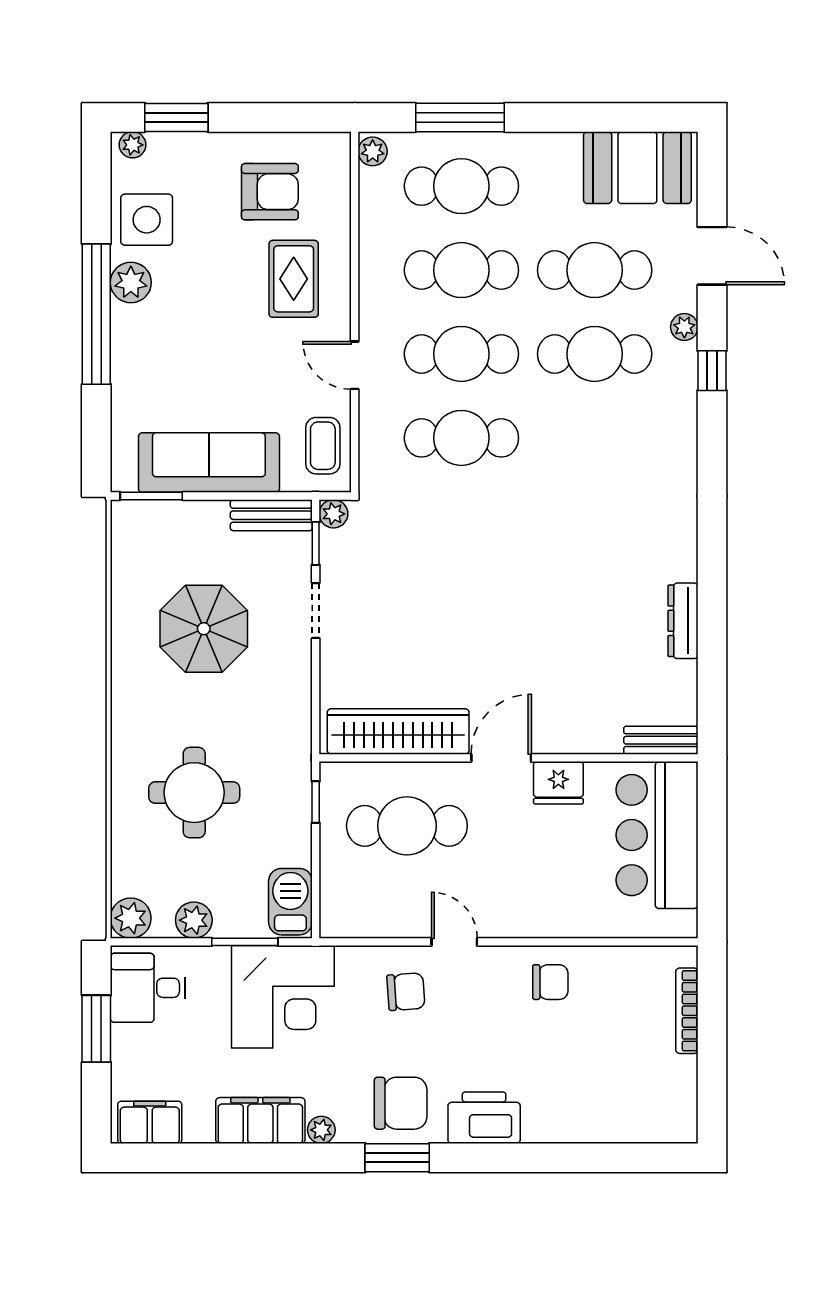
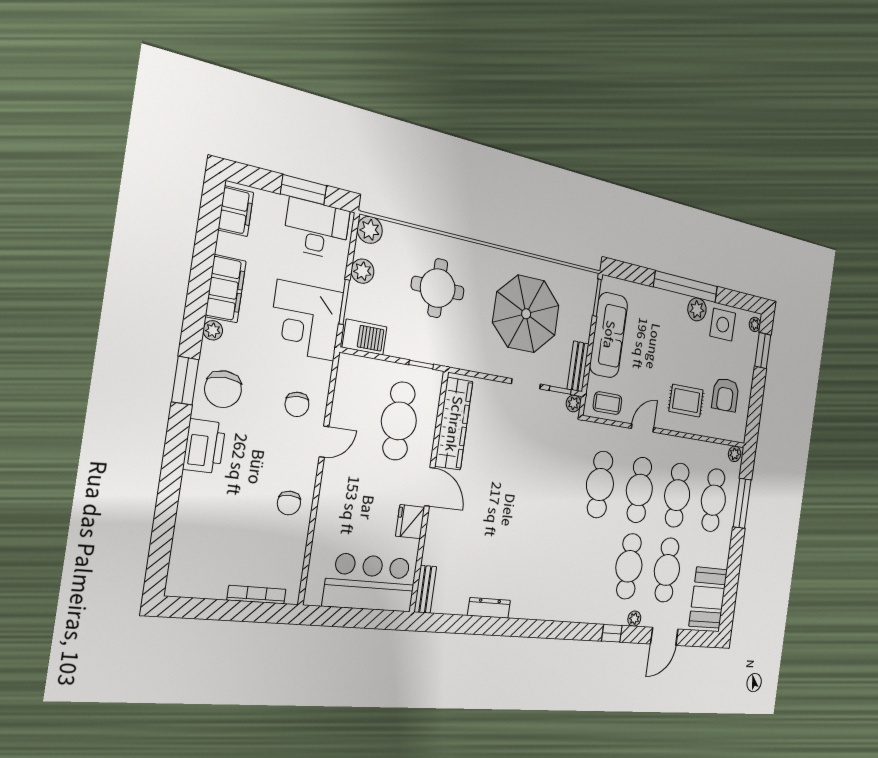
parasol: (204, 629) -> (526, 314), width x1.36, depth x1.36
desk: (148, 988) -> (317, 229), width x1.37

